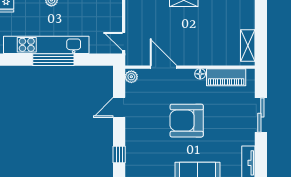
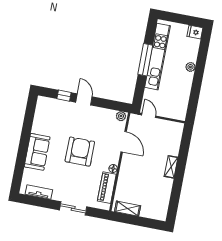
door: (124, 41) -> (149, 115), hinge flipped
door: (163, 67) -> (124, 142), hinge flipped
door: (119, 107) -> (84, 99), moved

